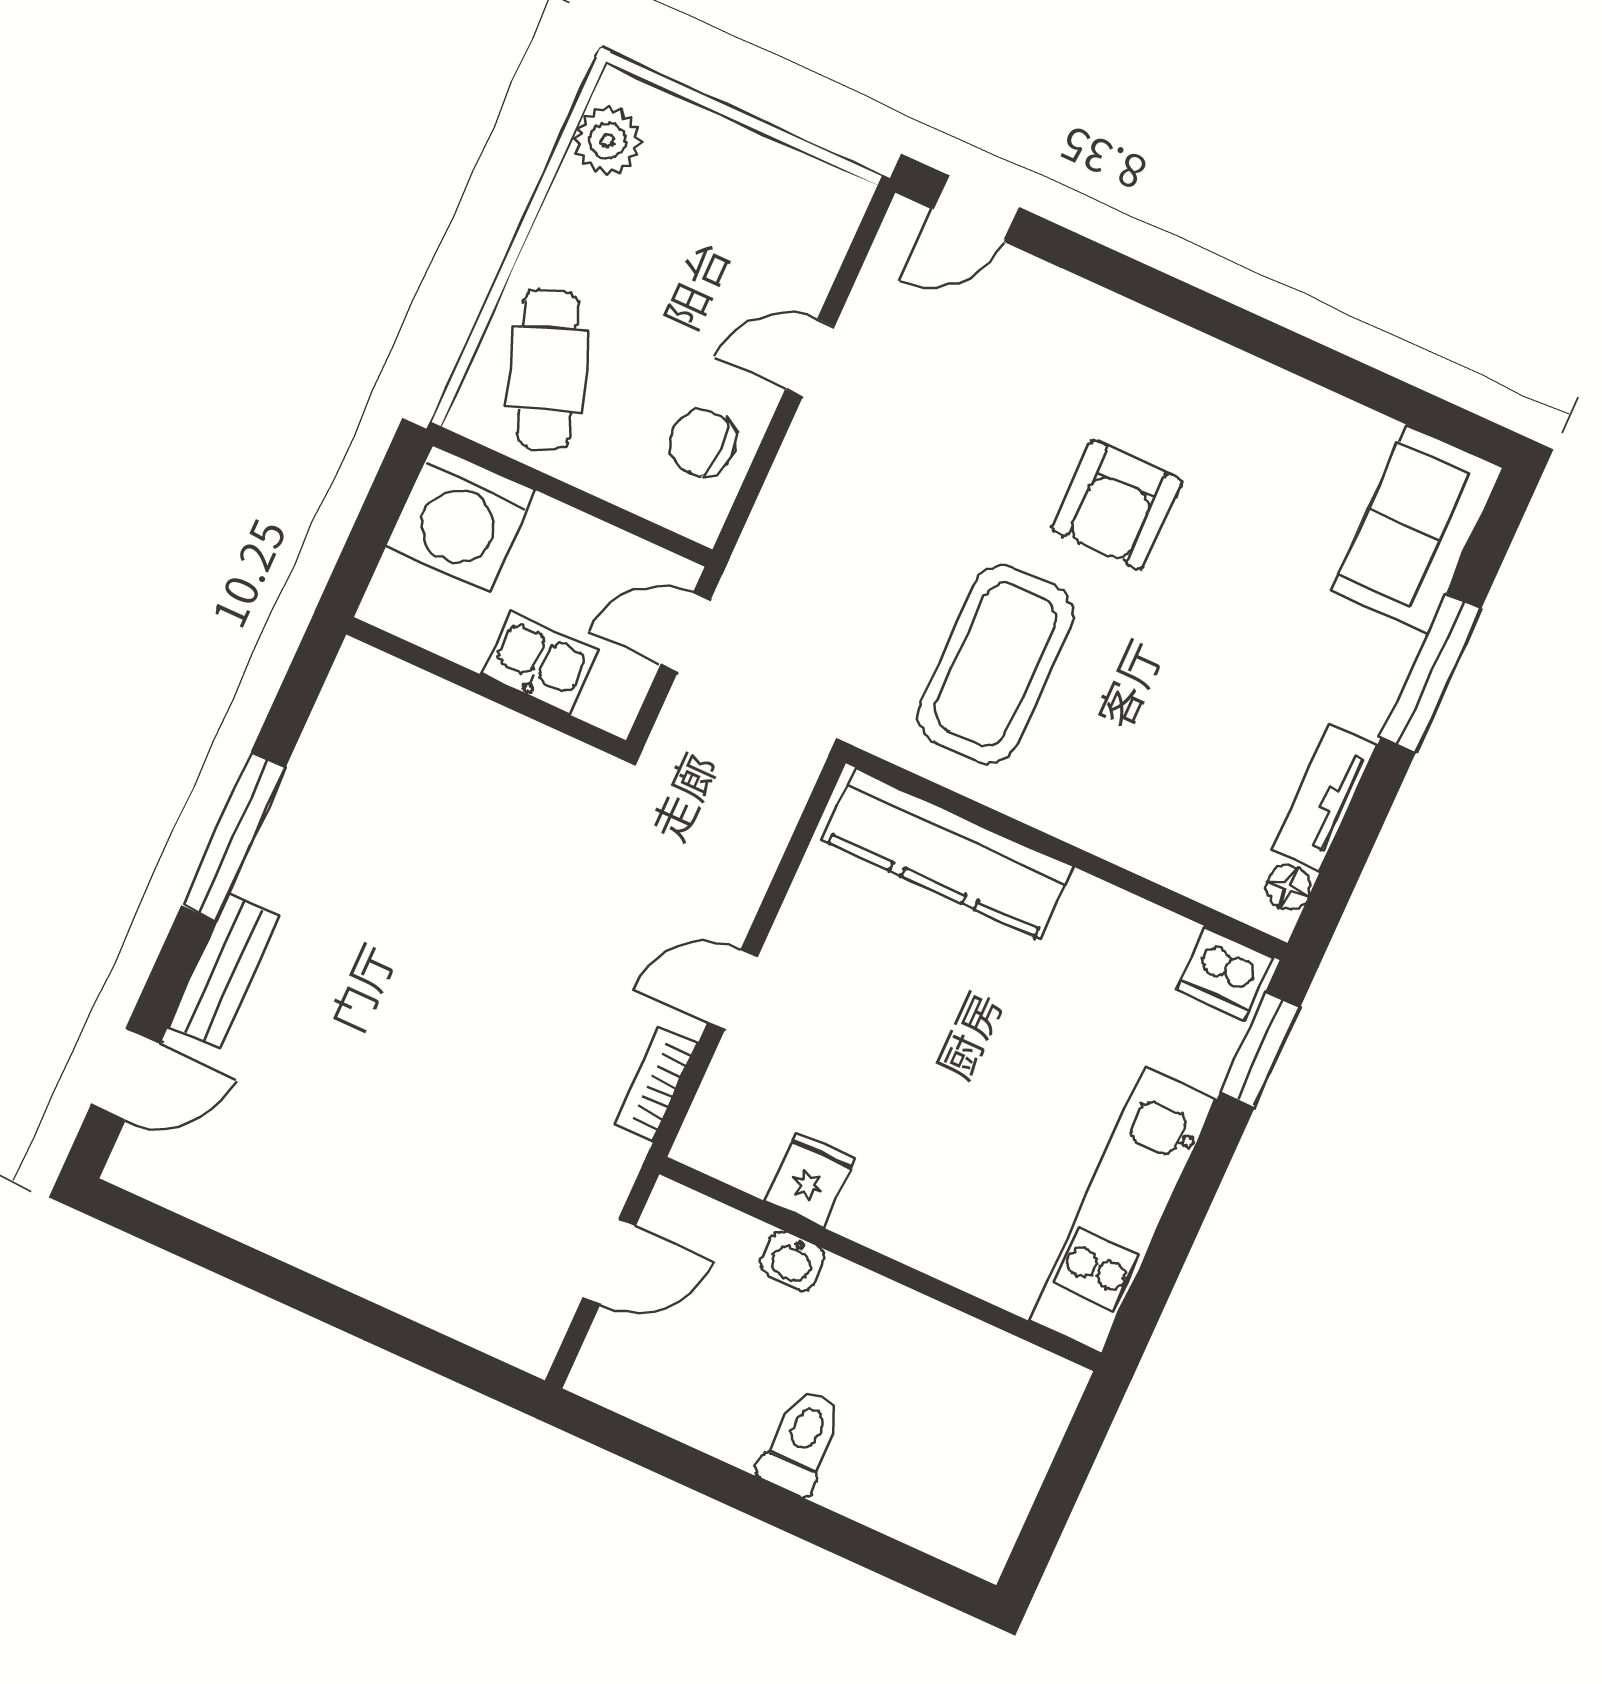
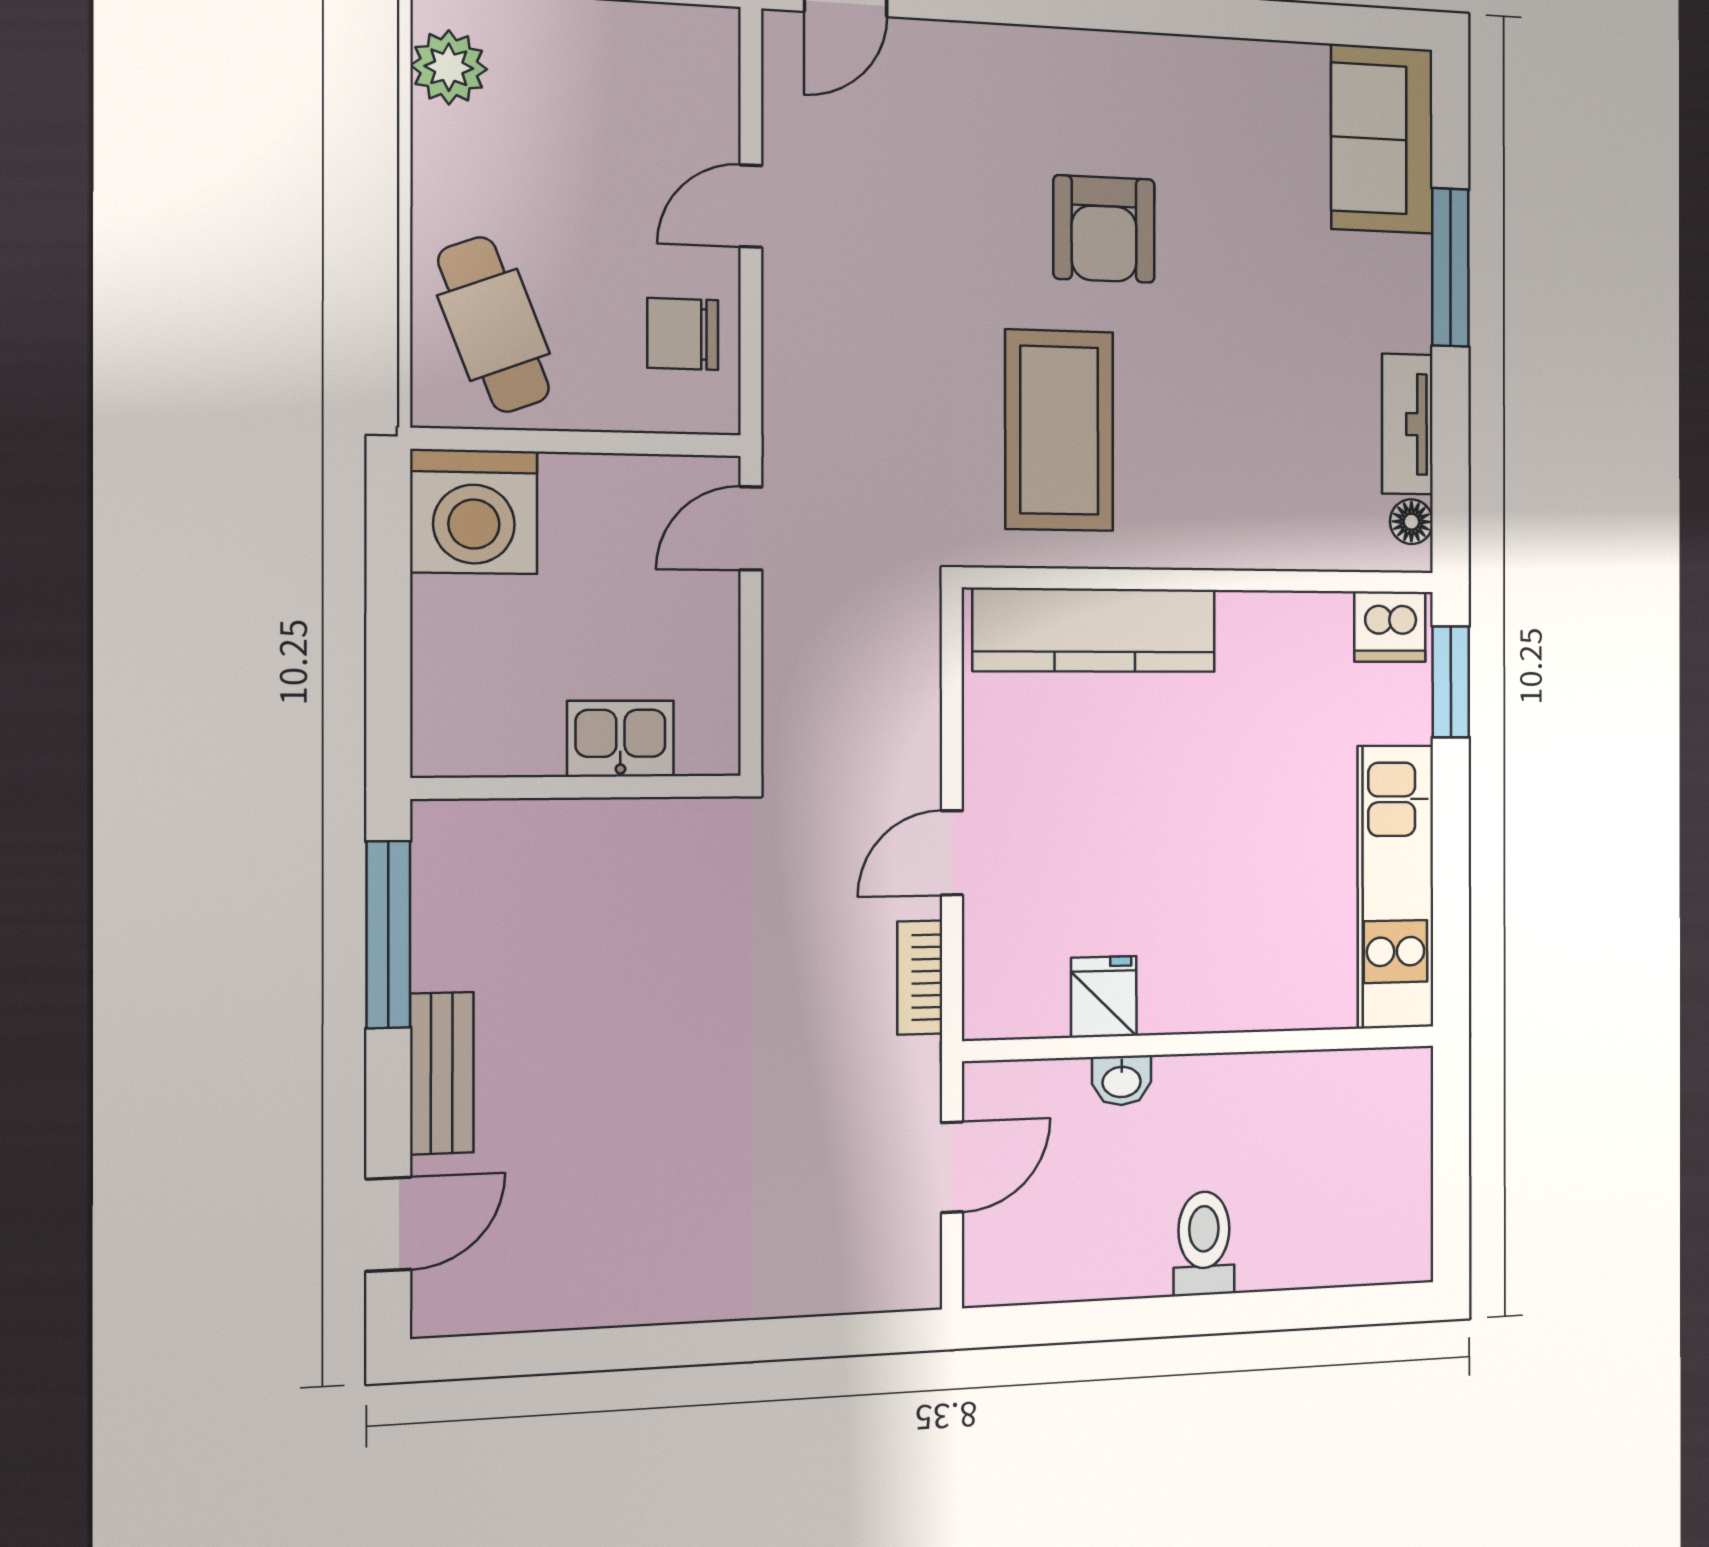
kitchen sink: (540, 663) -> (620, 739), moved
wall: (486, 687) -> (578, 787), moved

